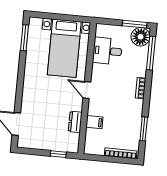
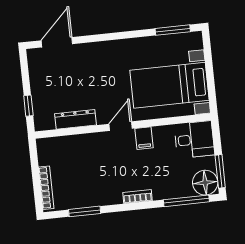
desk: (107, 51) -> (194, 140), moved, turned 90
dresser: (75, 122) -> (75, 119), width x1.44
filing cabinet: (94, 122) -> (144, 138), moved

